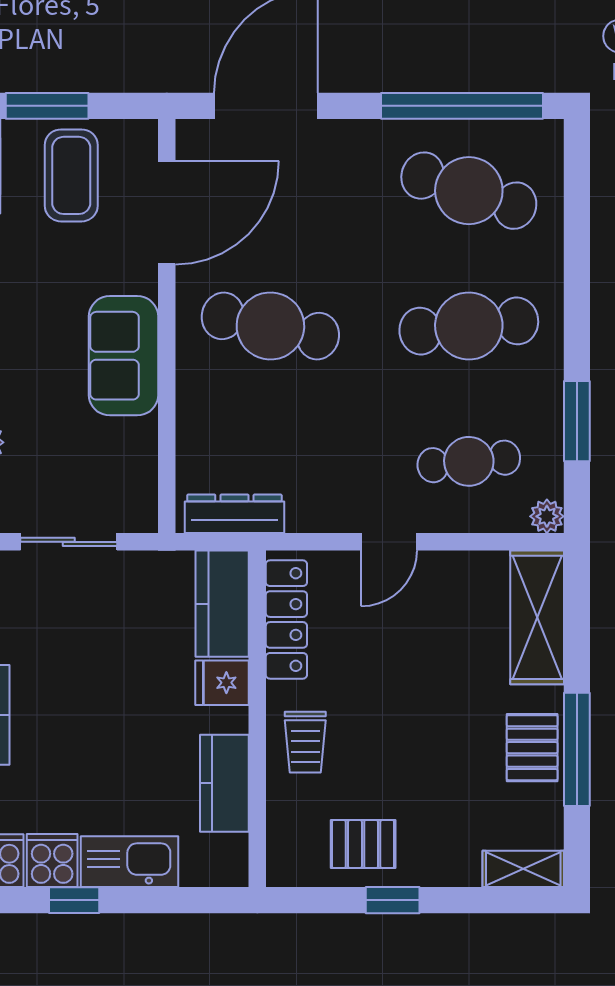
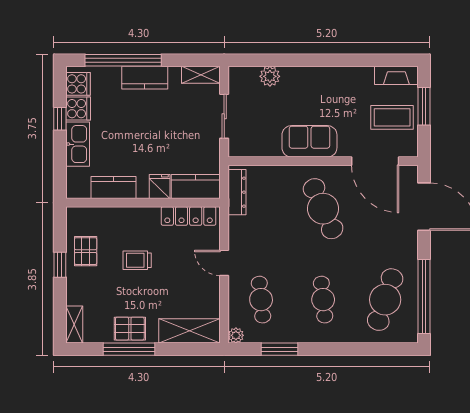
cafe table: (270, 326) -> (323, 209), turned -36
cafe table: (469, 326) -> (323, 300), width x0.73, depth x0.74
trolley: (305, 742) -> (137, 260), moved

